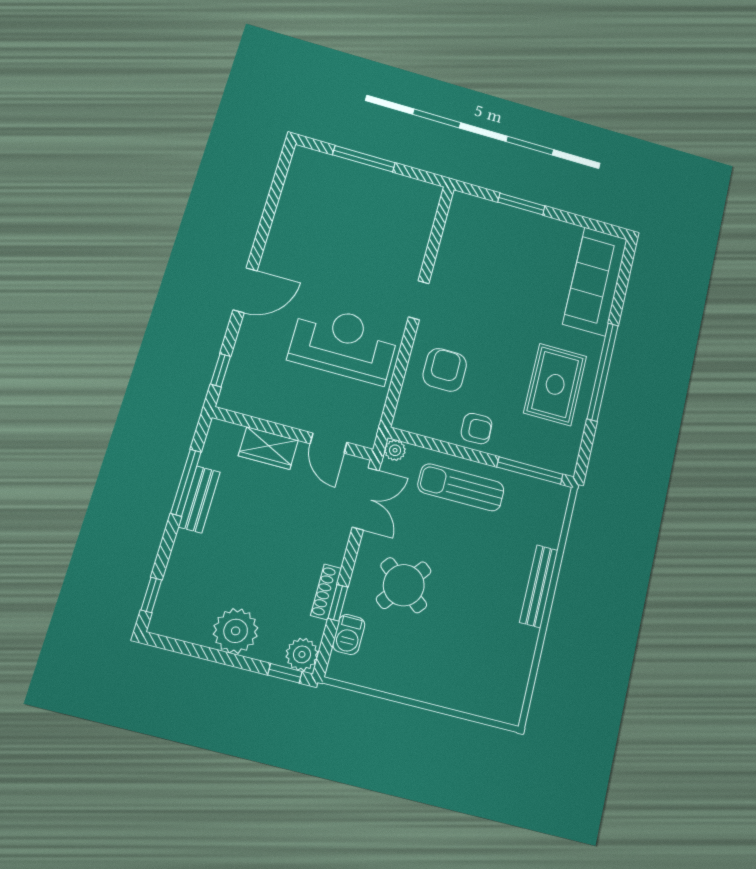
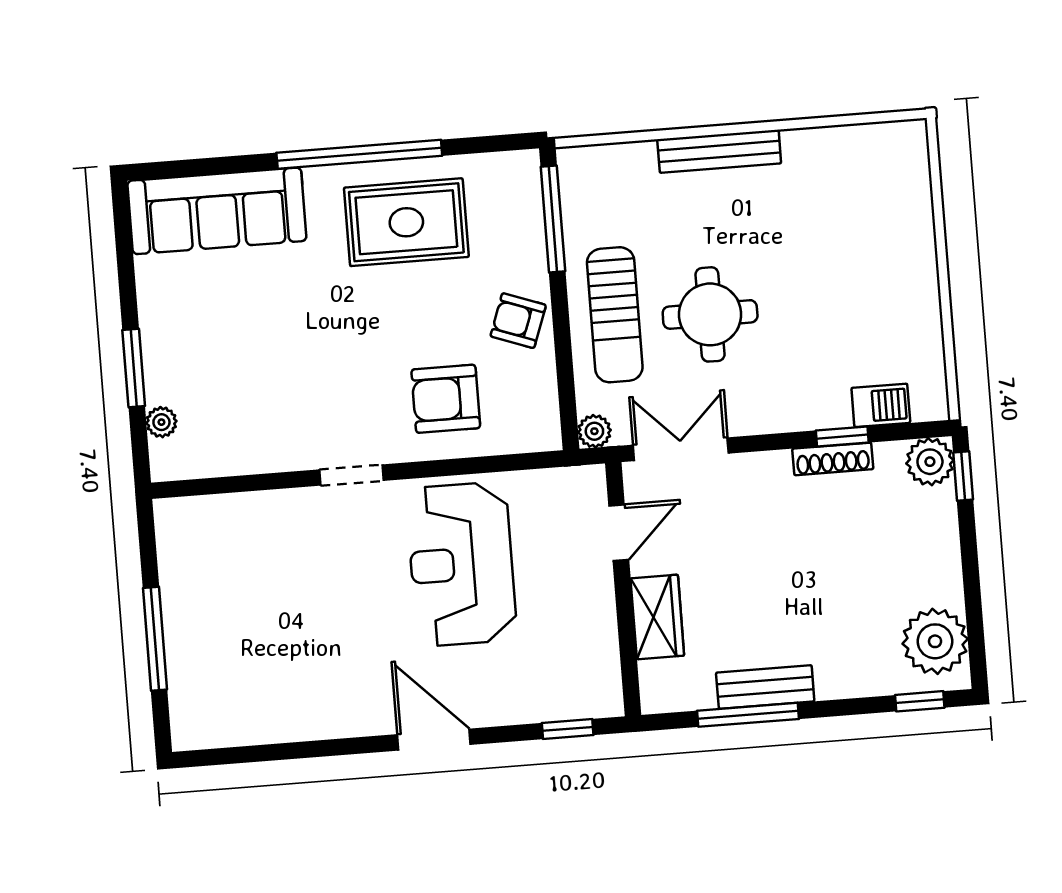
plant: (486, 208) -> (161, 422), added
armchair: (477, 429) -> (518, 321), turned -68
round table: (404, 585) -> (710, 314), moved, turned -38
plant: (236, 631) -> (935, 641), moved

